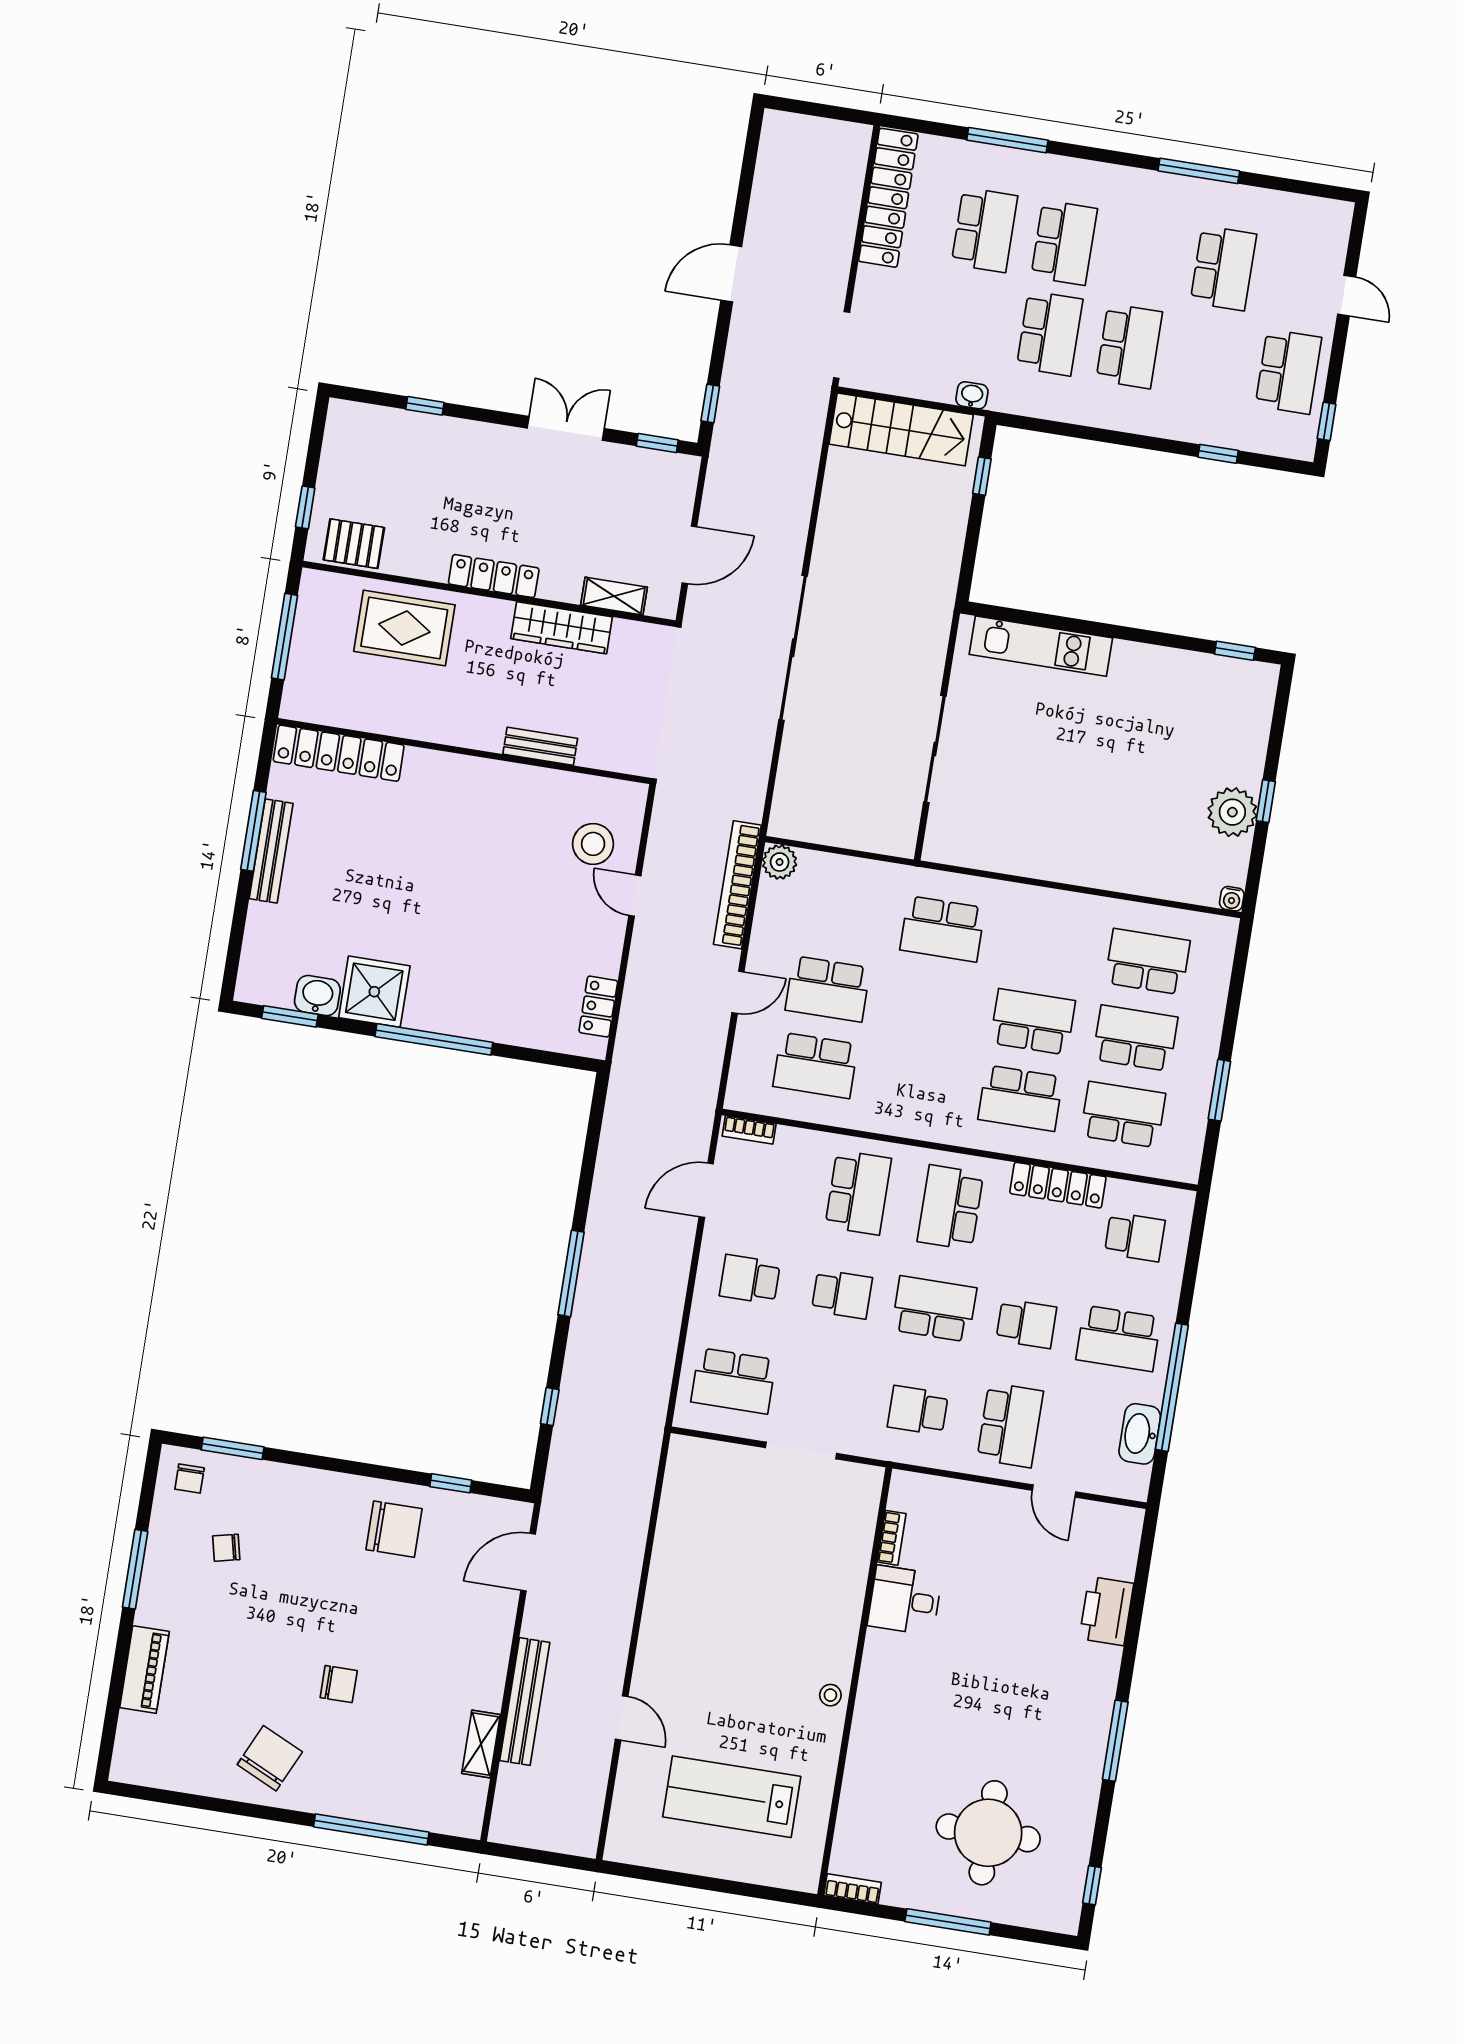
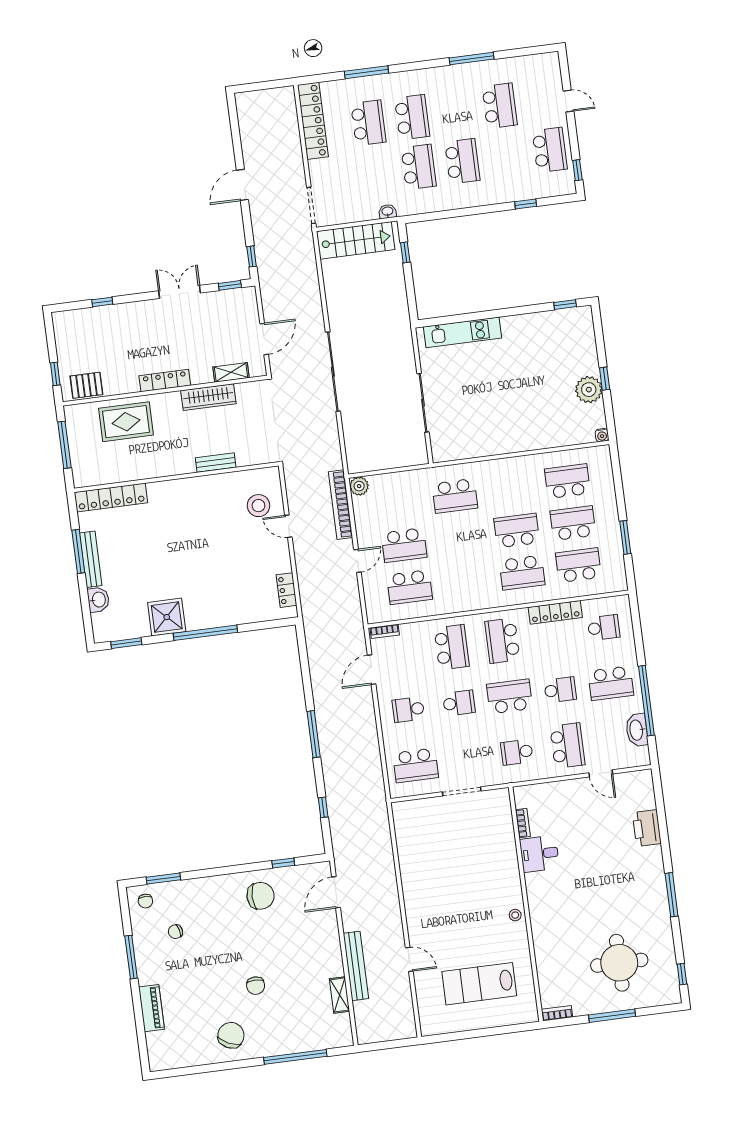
washbasin: (317, 996) -> (98, 600), moved, turned 90
chair: (339, 1684) -> (256, 986), turned 90

